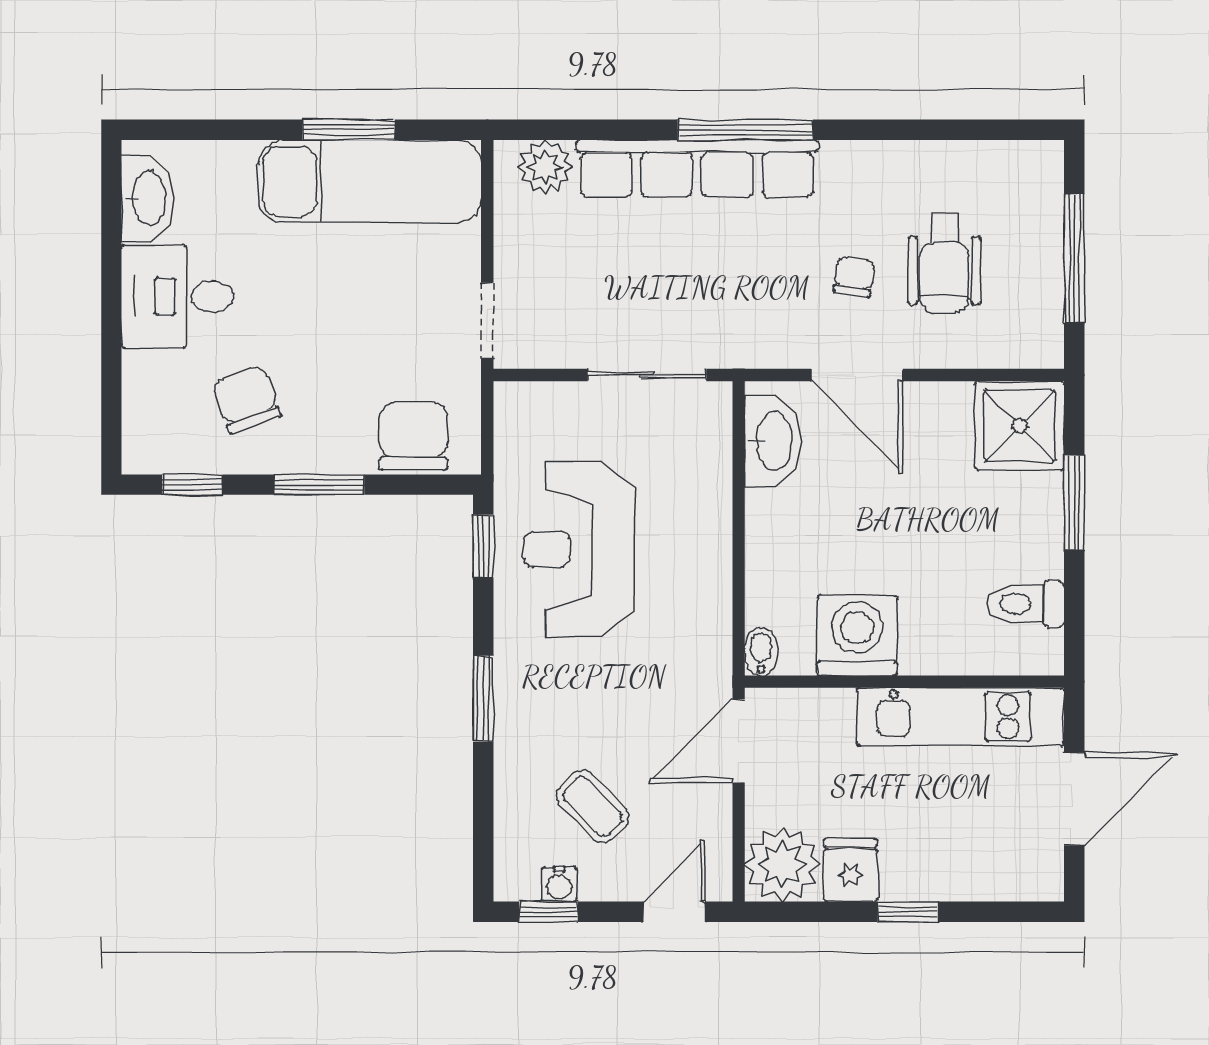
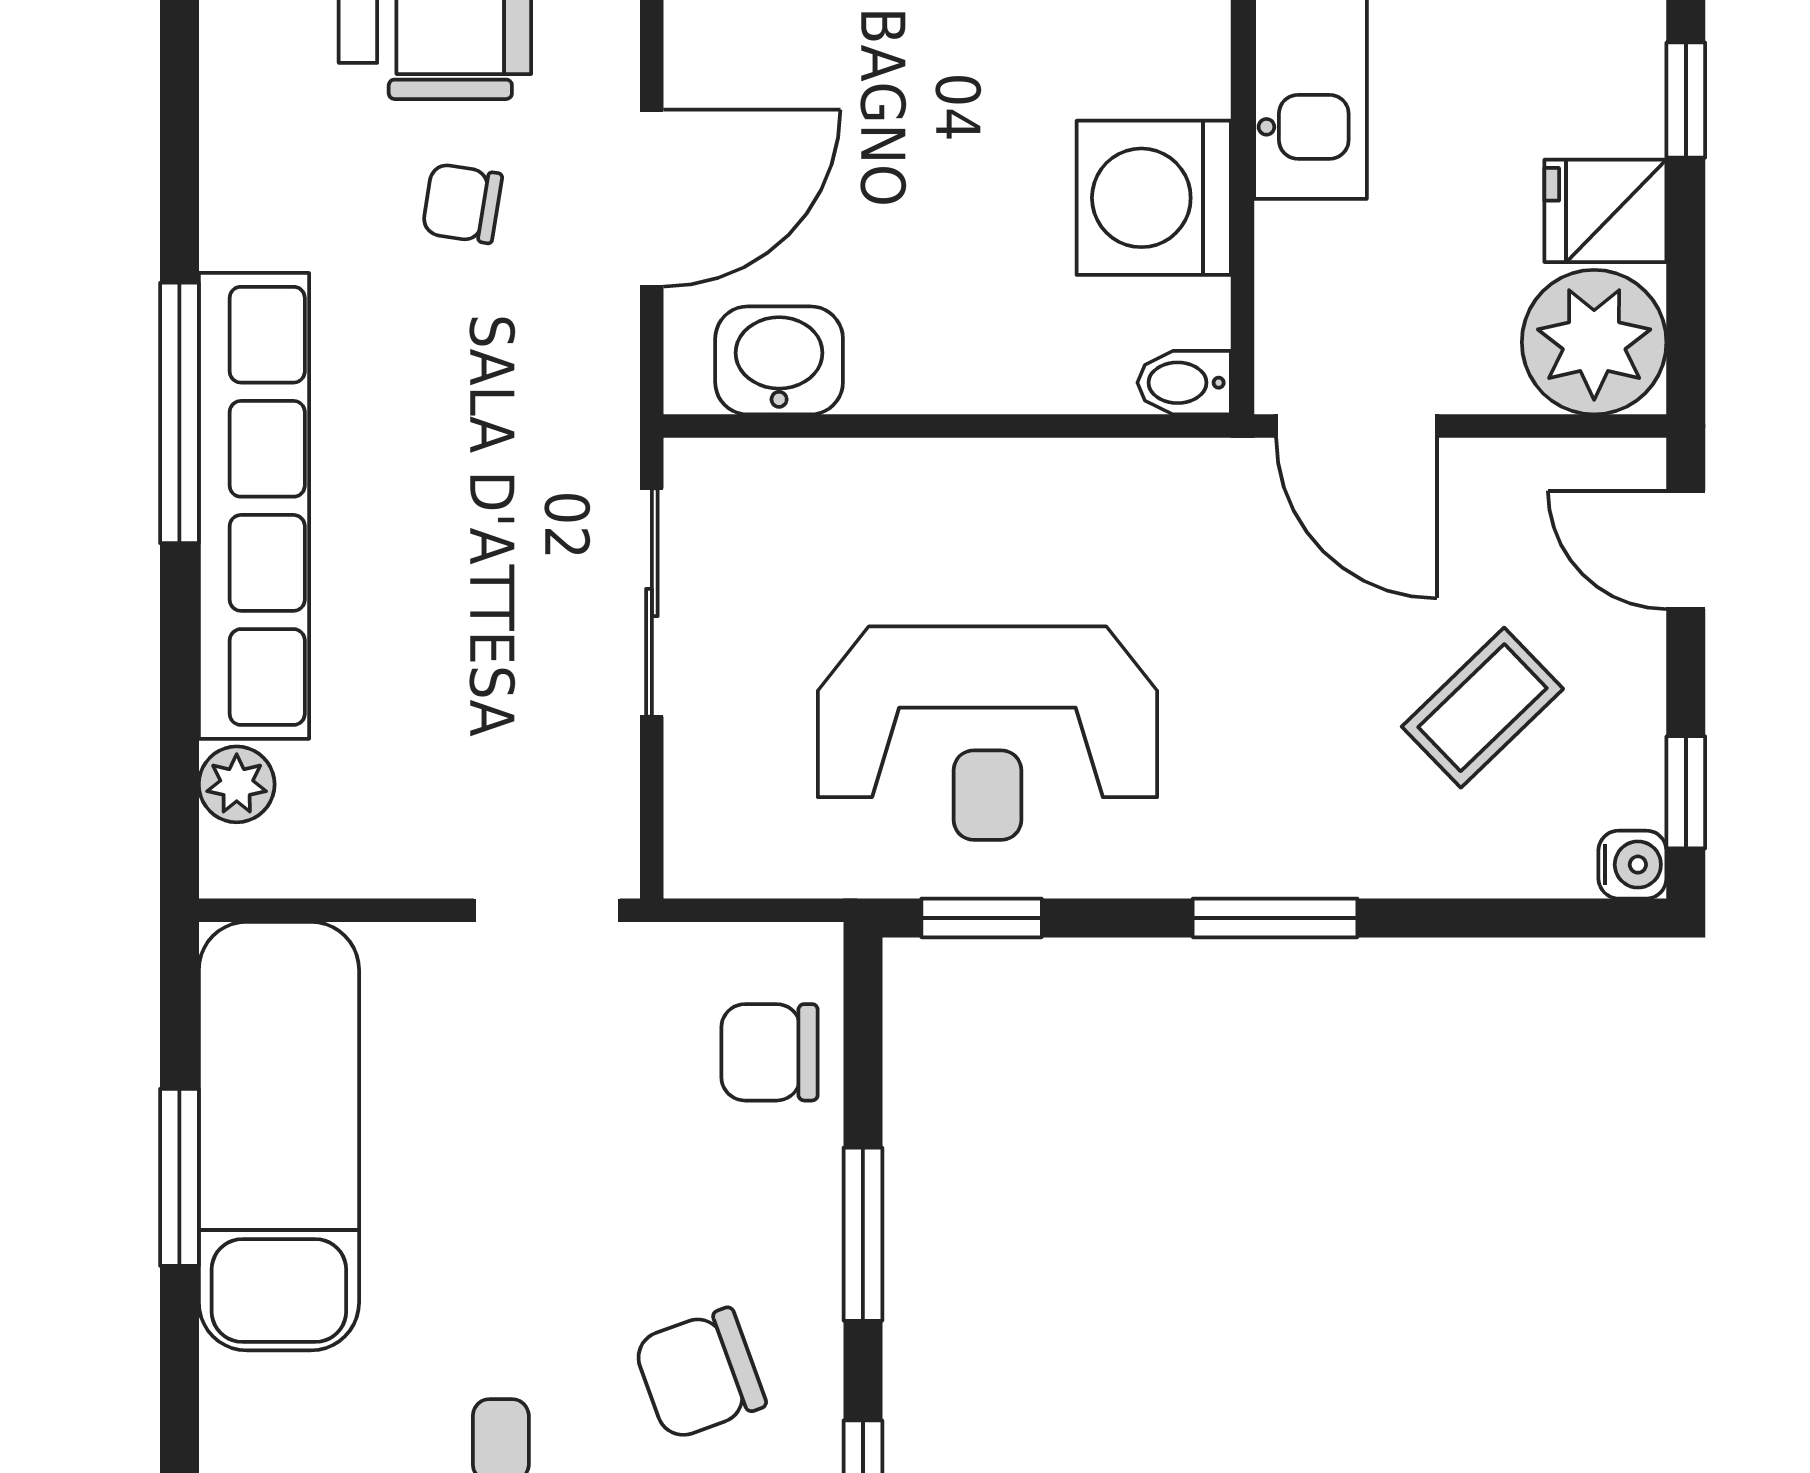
plant: (545, 167) -> (237, 784), width x0.73, depth x0.73
chair: (413, 436) -> (769, 1052), width x0.73, depth x0.73
washbasin: (773, 441) -> (779, 360), width x0.72
water cooler: (559, 884) -> (1632, 865), moved

